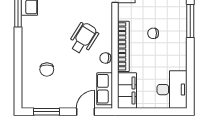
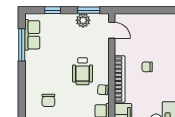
wheelchair: (84, 38) -> (83, 71), turned 148

